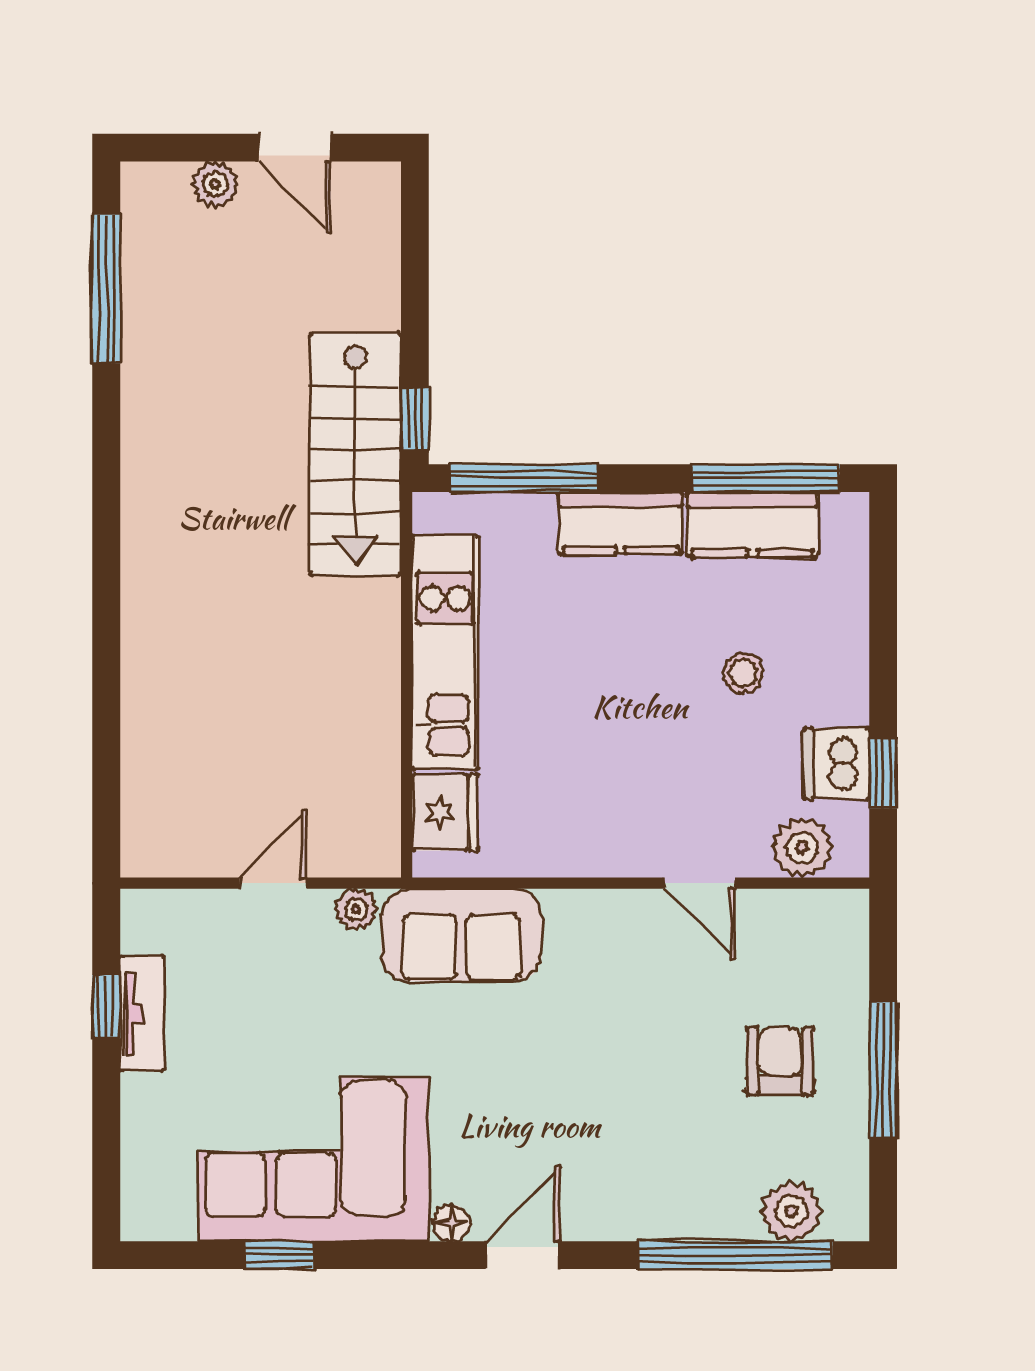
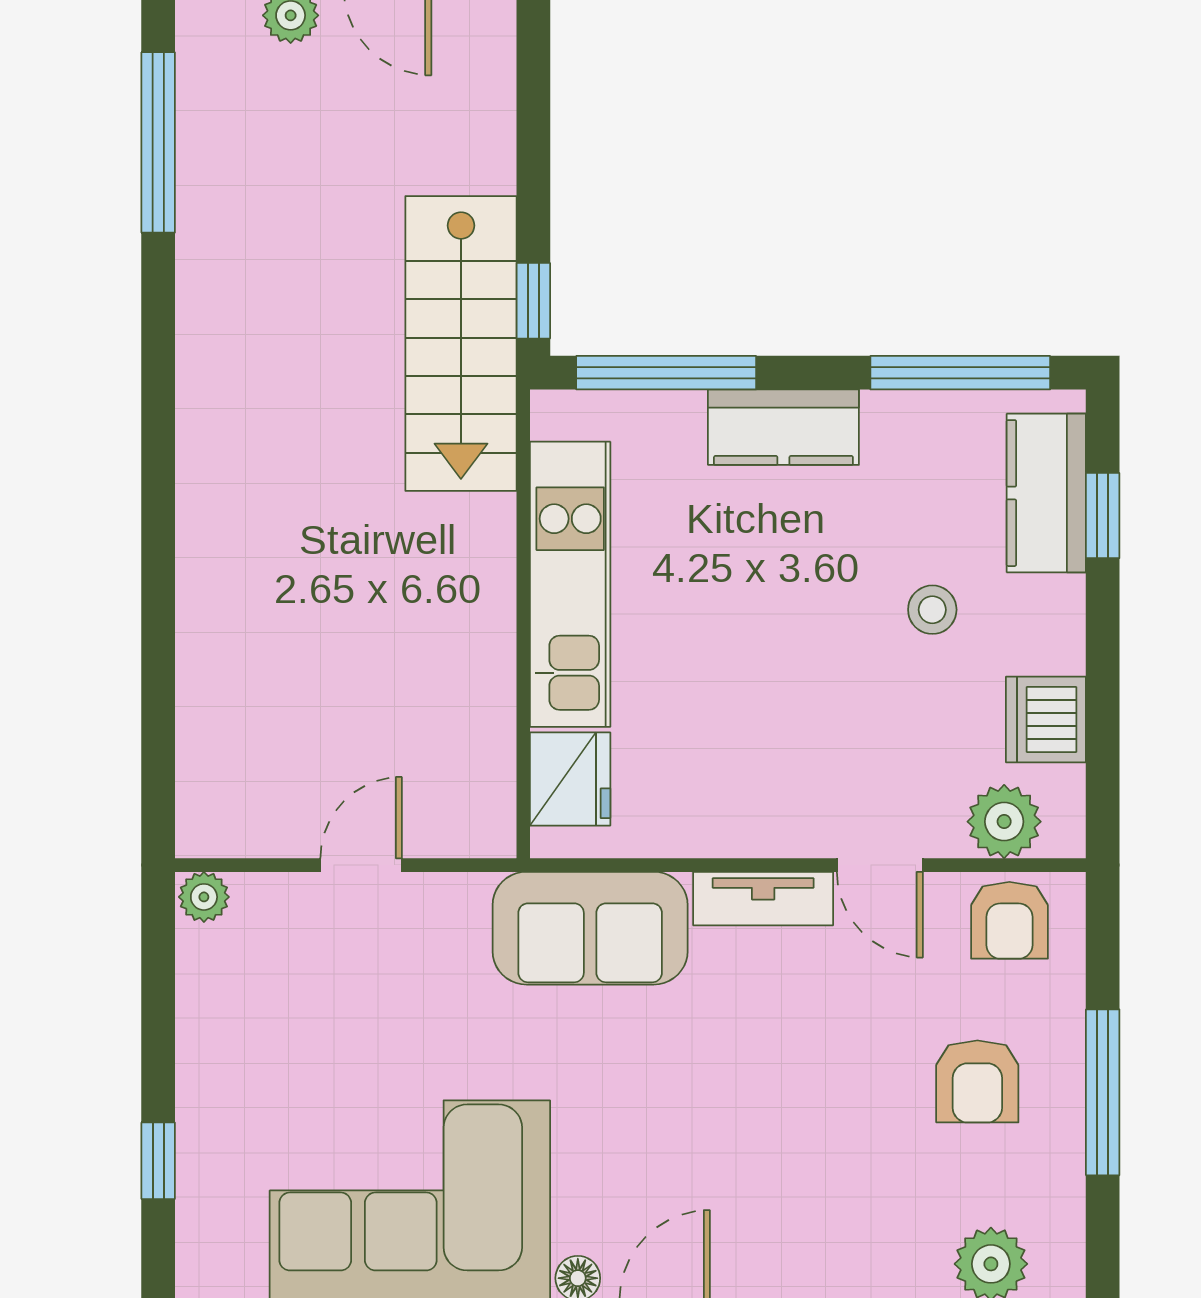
kitchen counter: (752, 525) -> (1046, 493), moved, turned 90
window: (883, 773) -> (1103, 516), moved
plant: (356, 909) -> (204, 897), moved
armchair: (806, 929) -> (1009, 920), added
window: (106, 1007) -> (158, 1161), moved
tv unit: (142, 1014) -> (763, 899), moved, turned 90
armchair: (780, 1061) -> (977, 1081), turned 180

